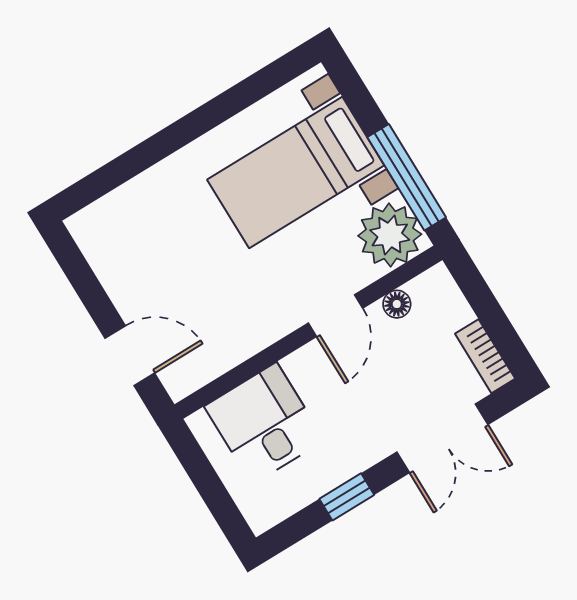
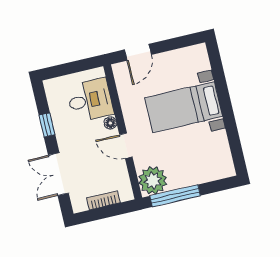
bed with nightstands: (296, 172) -> (184, 107), moved, turned -90
floor lamp: (397, 304) -> (110, 123), moved
bookcase: (485, 356) -> (103, 200), moved

